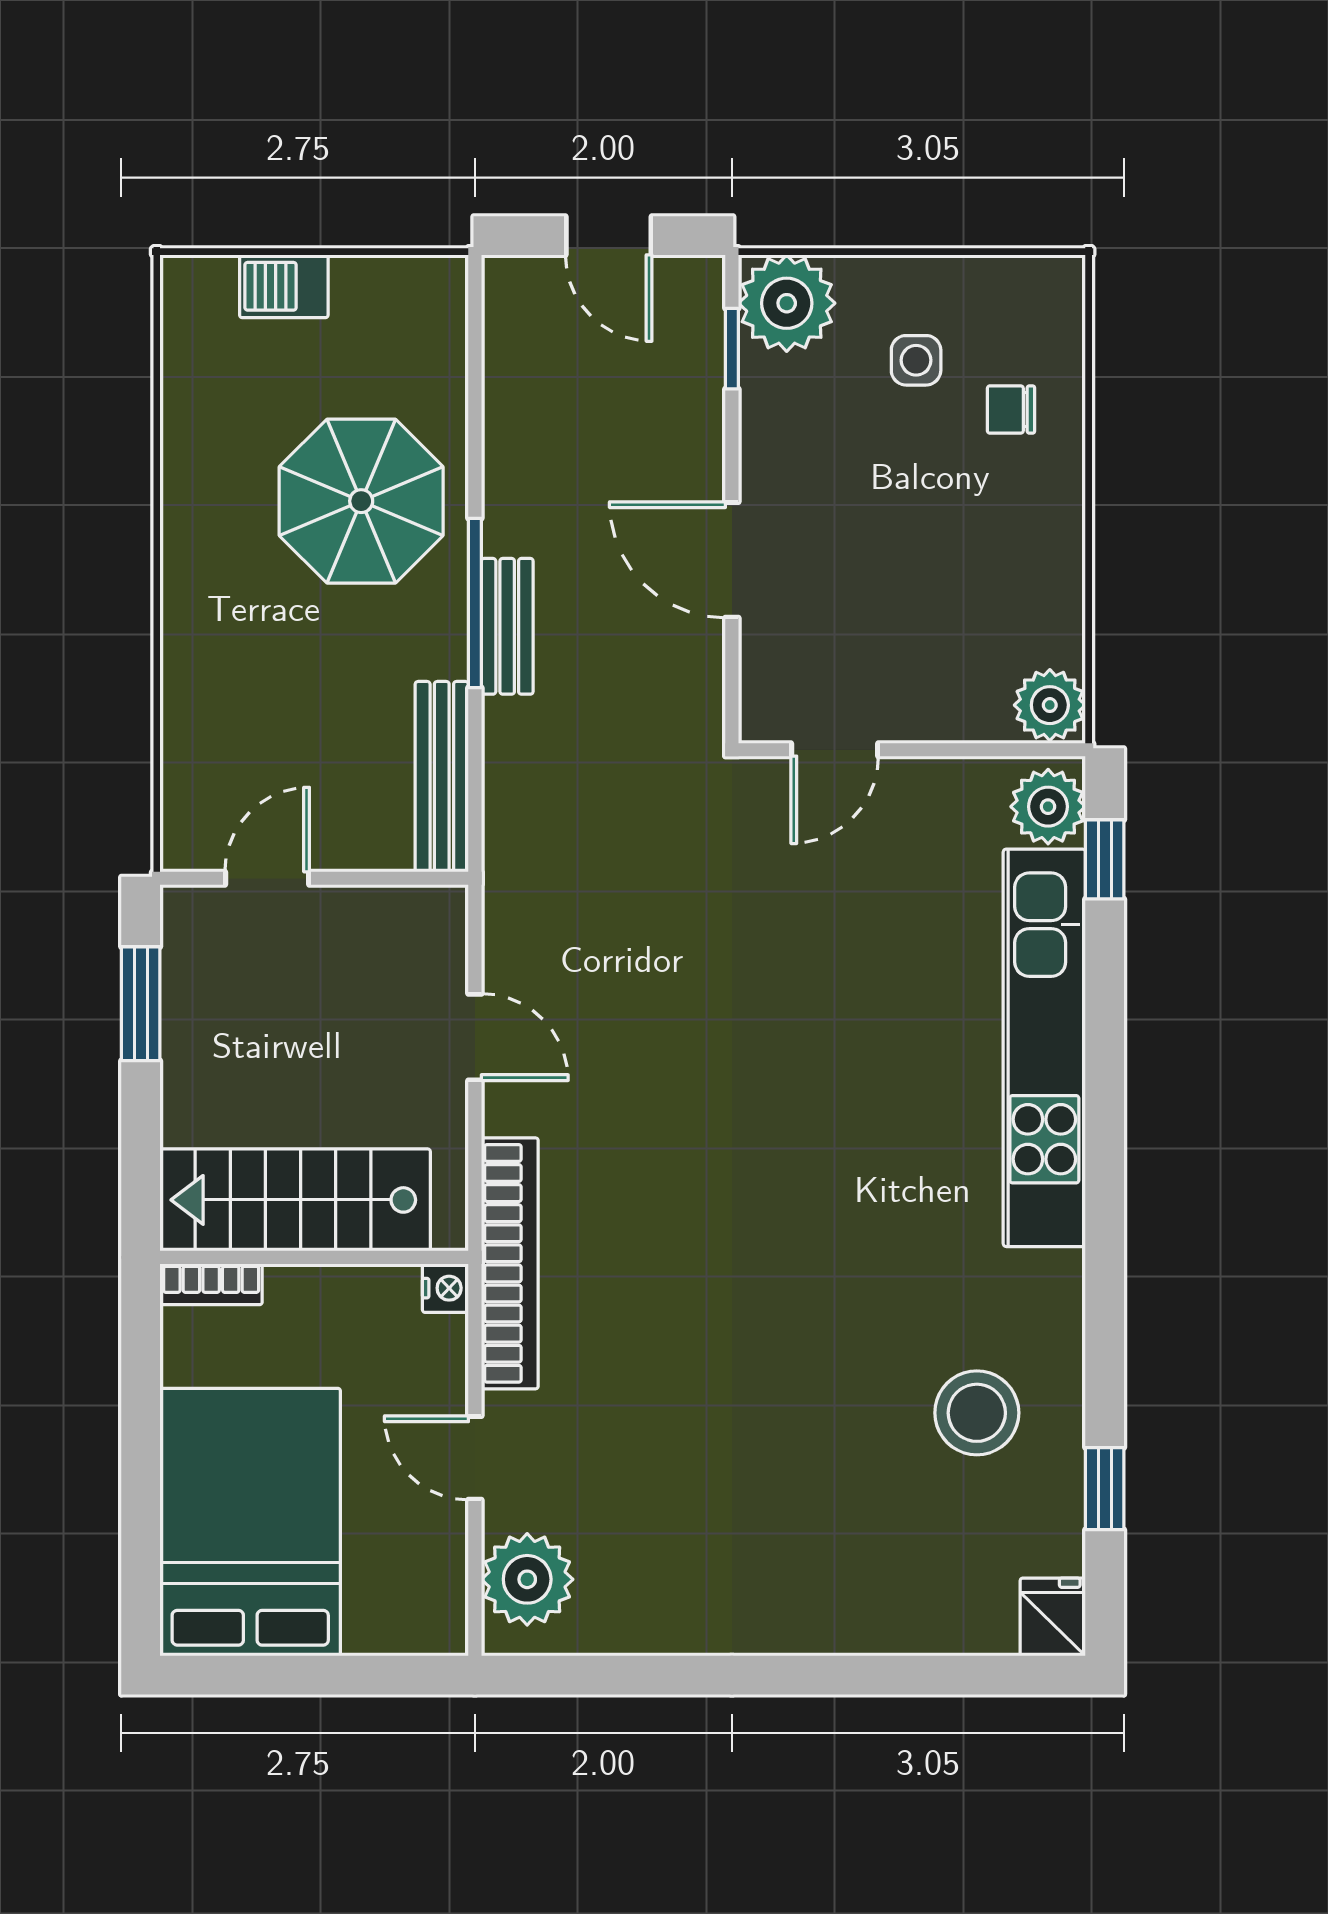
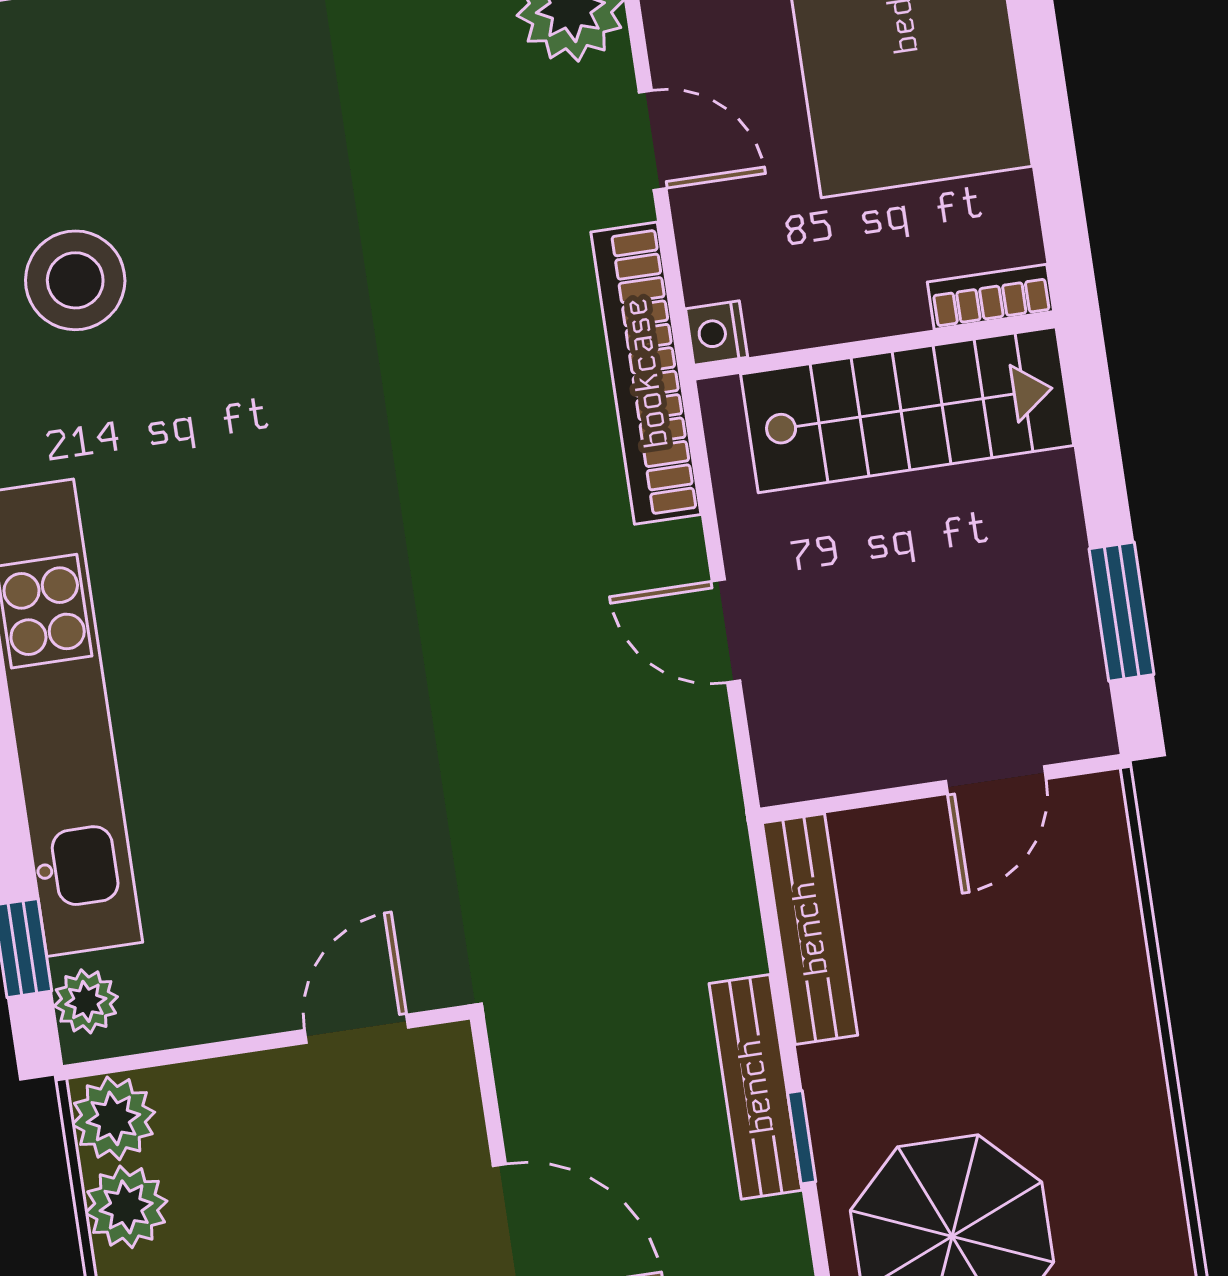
window: (475, 603) -> (802, 1137), width x0.46
bench: (507, 626) -> (756, 1087), width x1.36
plant: (1050, 629) -> (126, 1207), added
plant: (1048, 807) -> (86, 1001), width x0.73, depth x0.73

